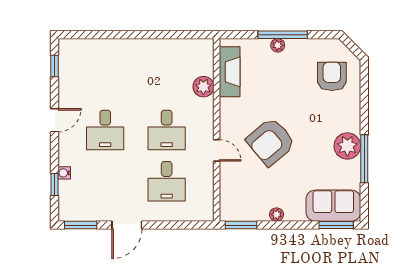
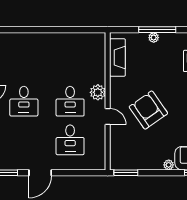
plant: (203, 87) -> (98, 92), moved
armchair: (271, 142) -> (148, 110), turned 95
plant: (277, 215) -> (169, 165), moved

